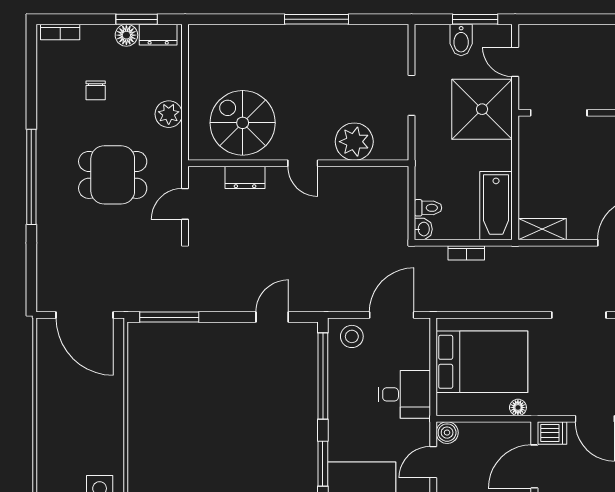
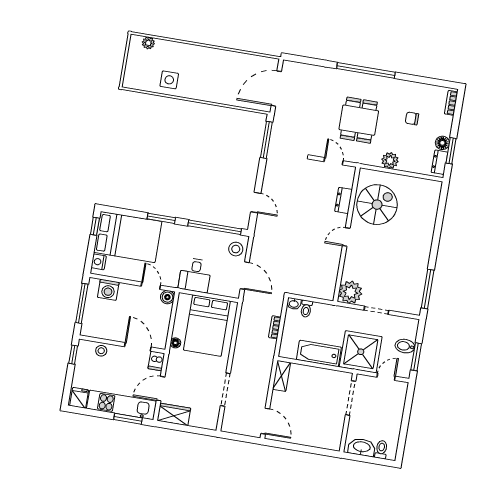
window: (316, 19) -> (428, 289), moved
plant: (354, 142) -> (350, 292), moved
bathtub: (496, 206) -> (319, 353), moved

